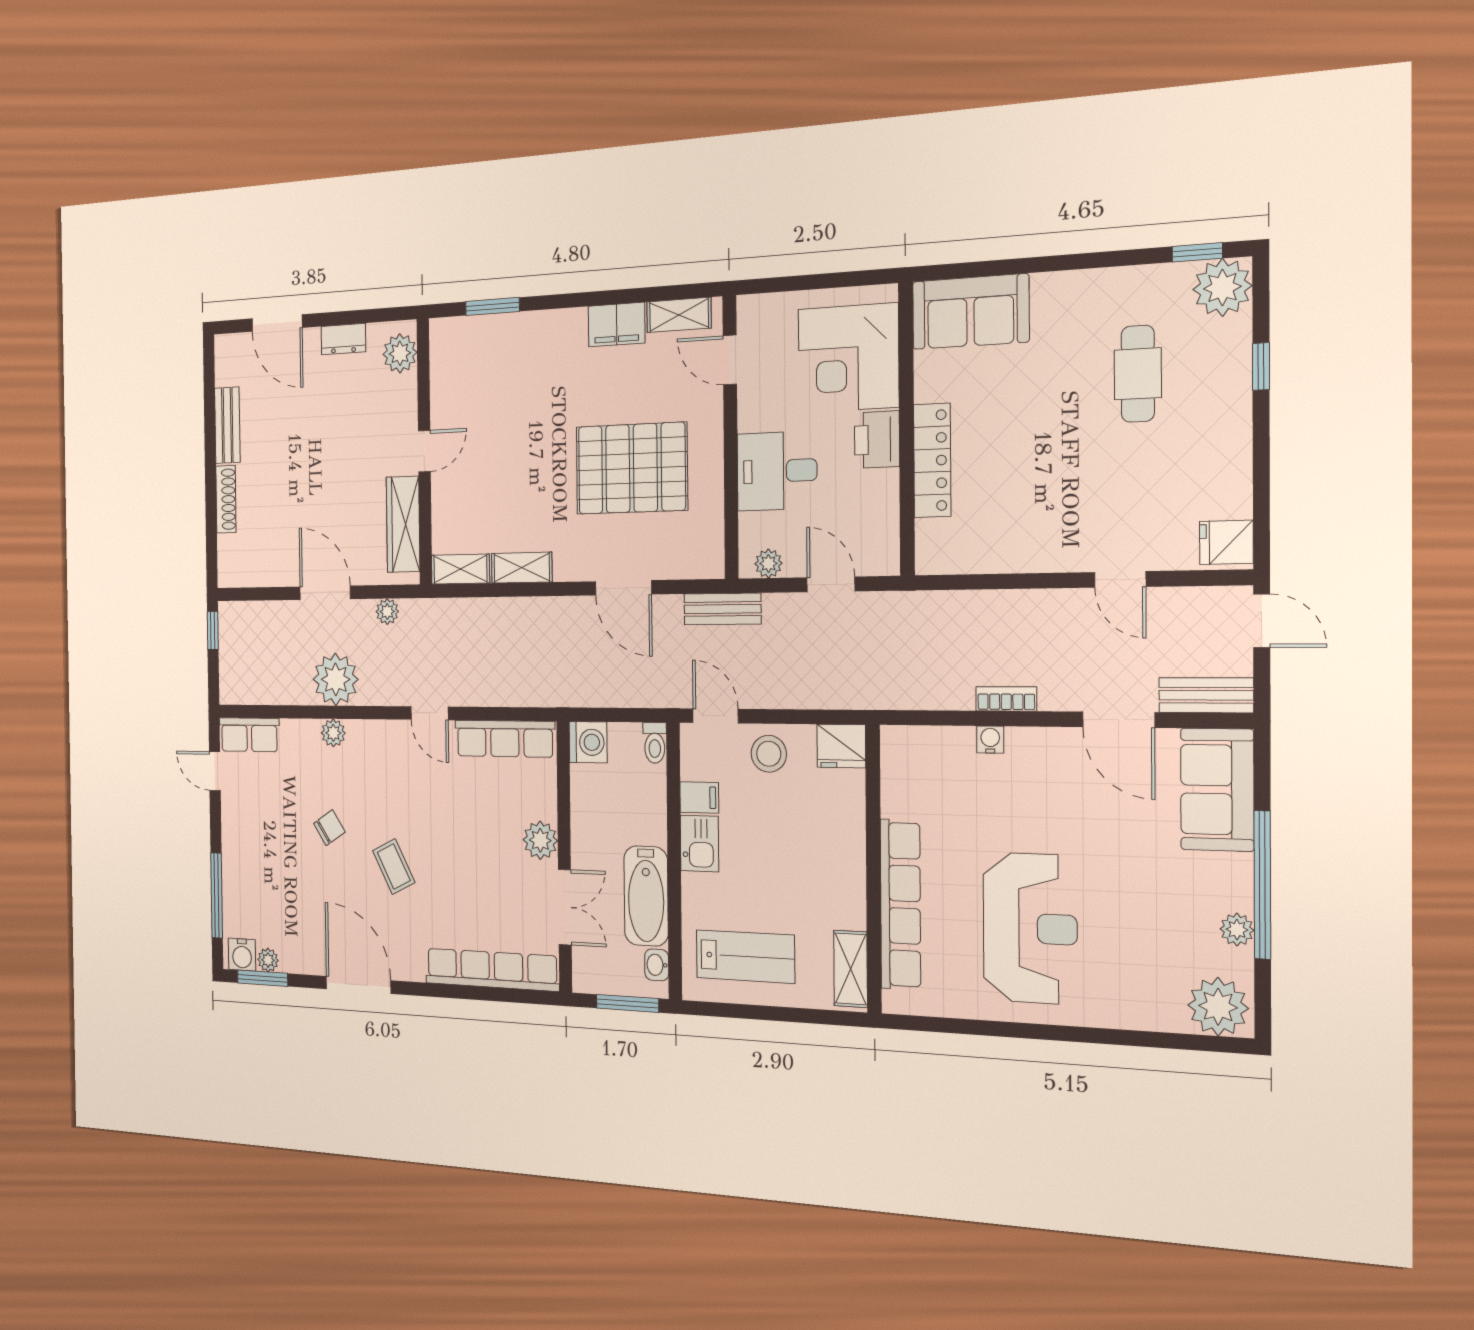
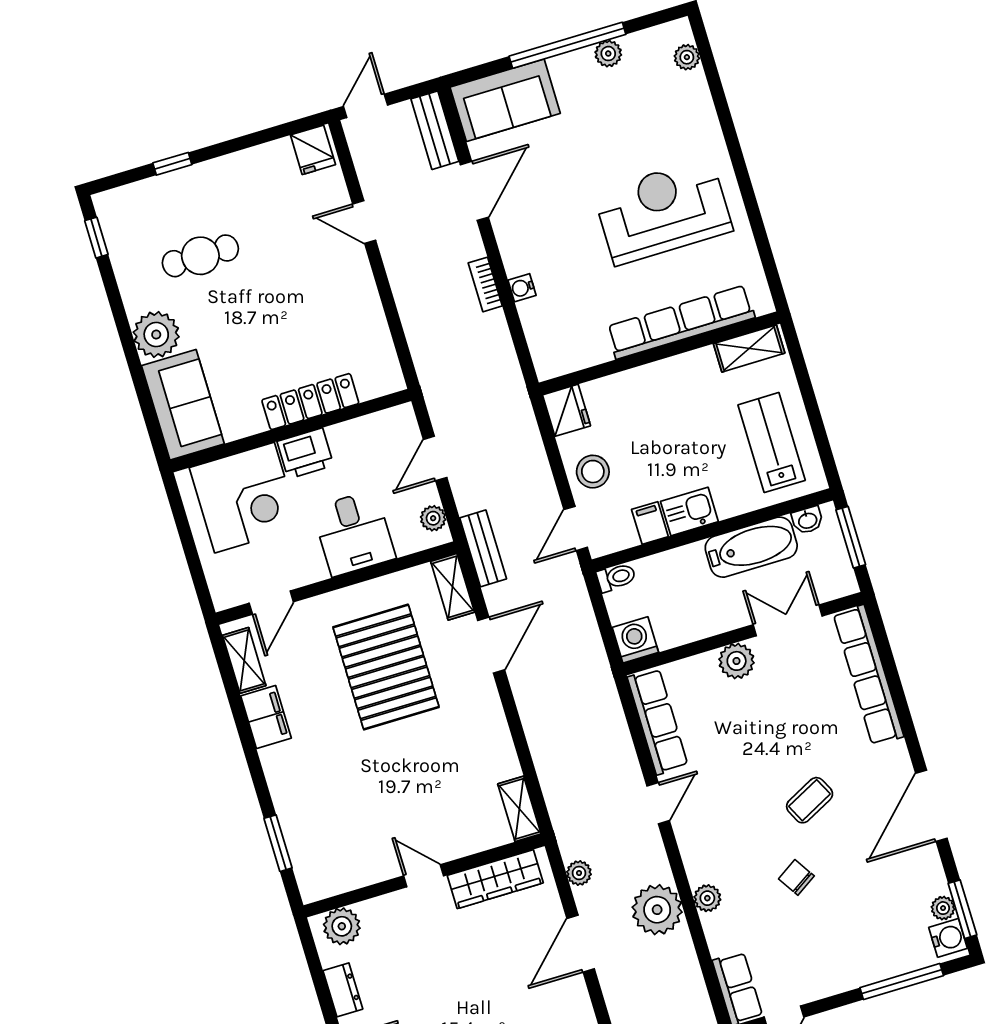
plant: (1222, 288) -> (156, 334), moved
shelving: (522, 568) -> (453, 587), moved
door: (1120, 579) -> (364, 222), swing flipped
plant: (1218, 1007) -> (687, 57), width x0.53, depth x0.53

